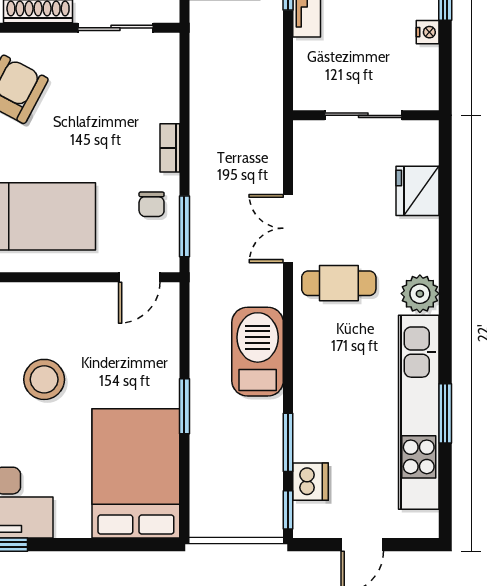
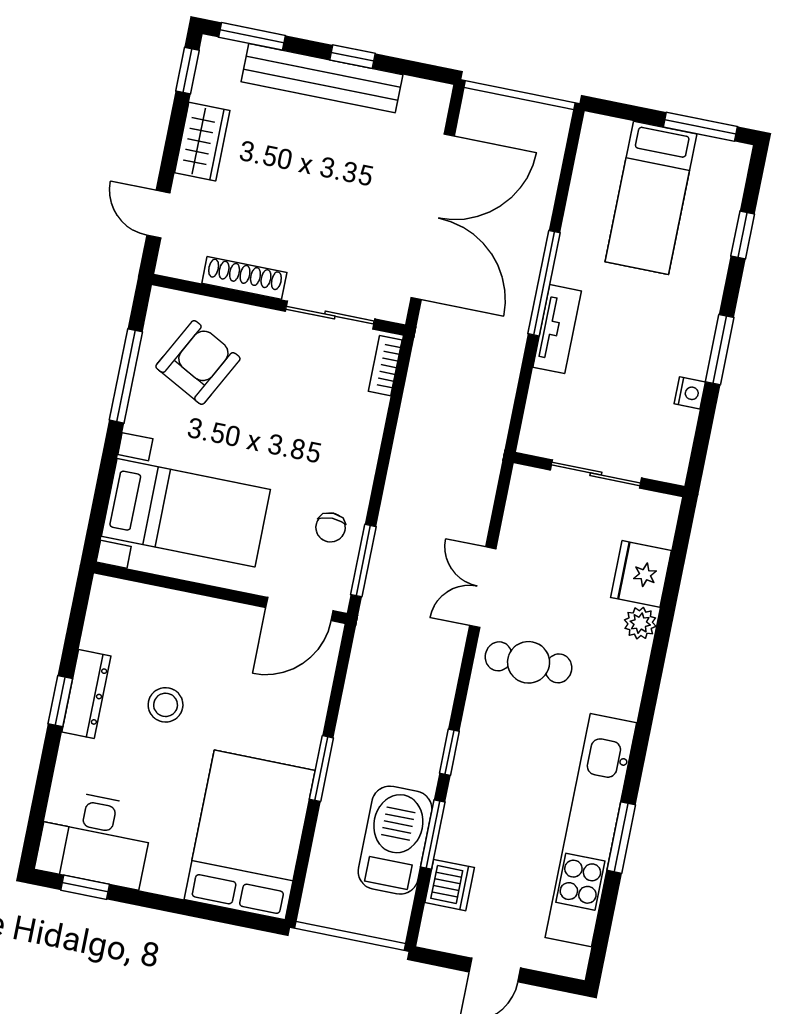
bookcase: (170, 148) -> (385, 366), moved
door: (139, 277) -> (299, 609), width x1.38
plant: (420, 294) -> (640, 623), moved, width x0.73, depth x0.73
barbecue: (258, 352) -> (395, 840), moved
stool: (44, 379) -> (166, 705), width x0.73, depth x0.73
window: (288, 510) -> (449, 752), moved

